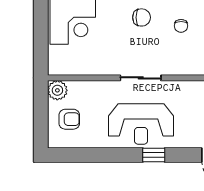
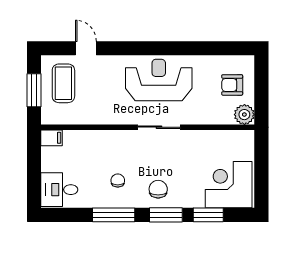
chair: (142, 17) -> (158, 189), turned 90
window: (154, 155) -> (146, 48), removed

